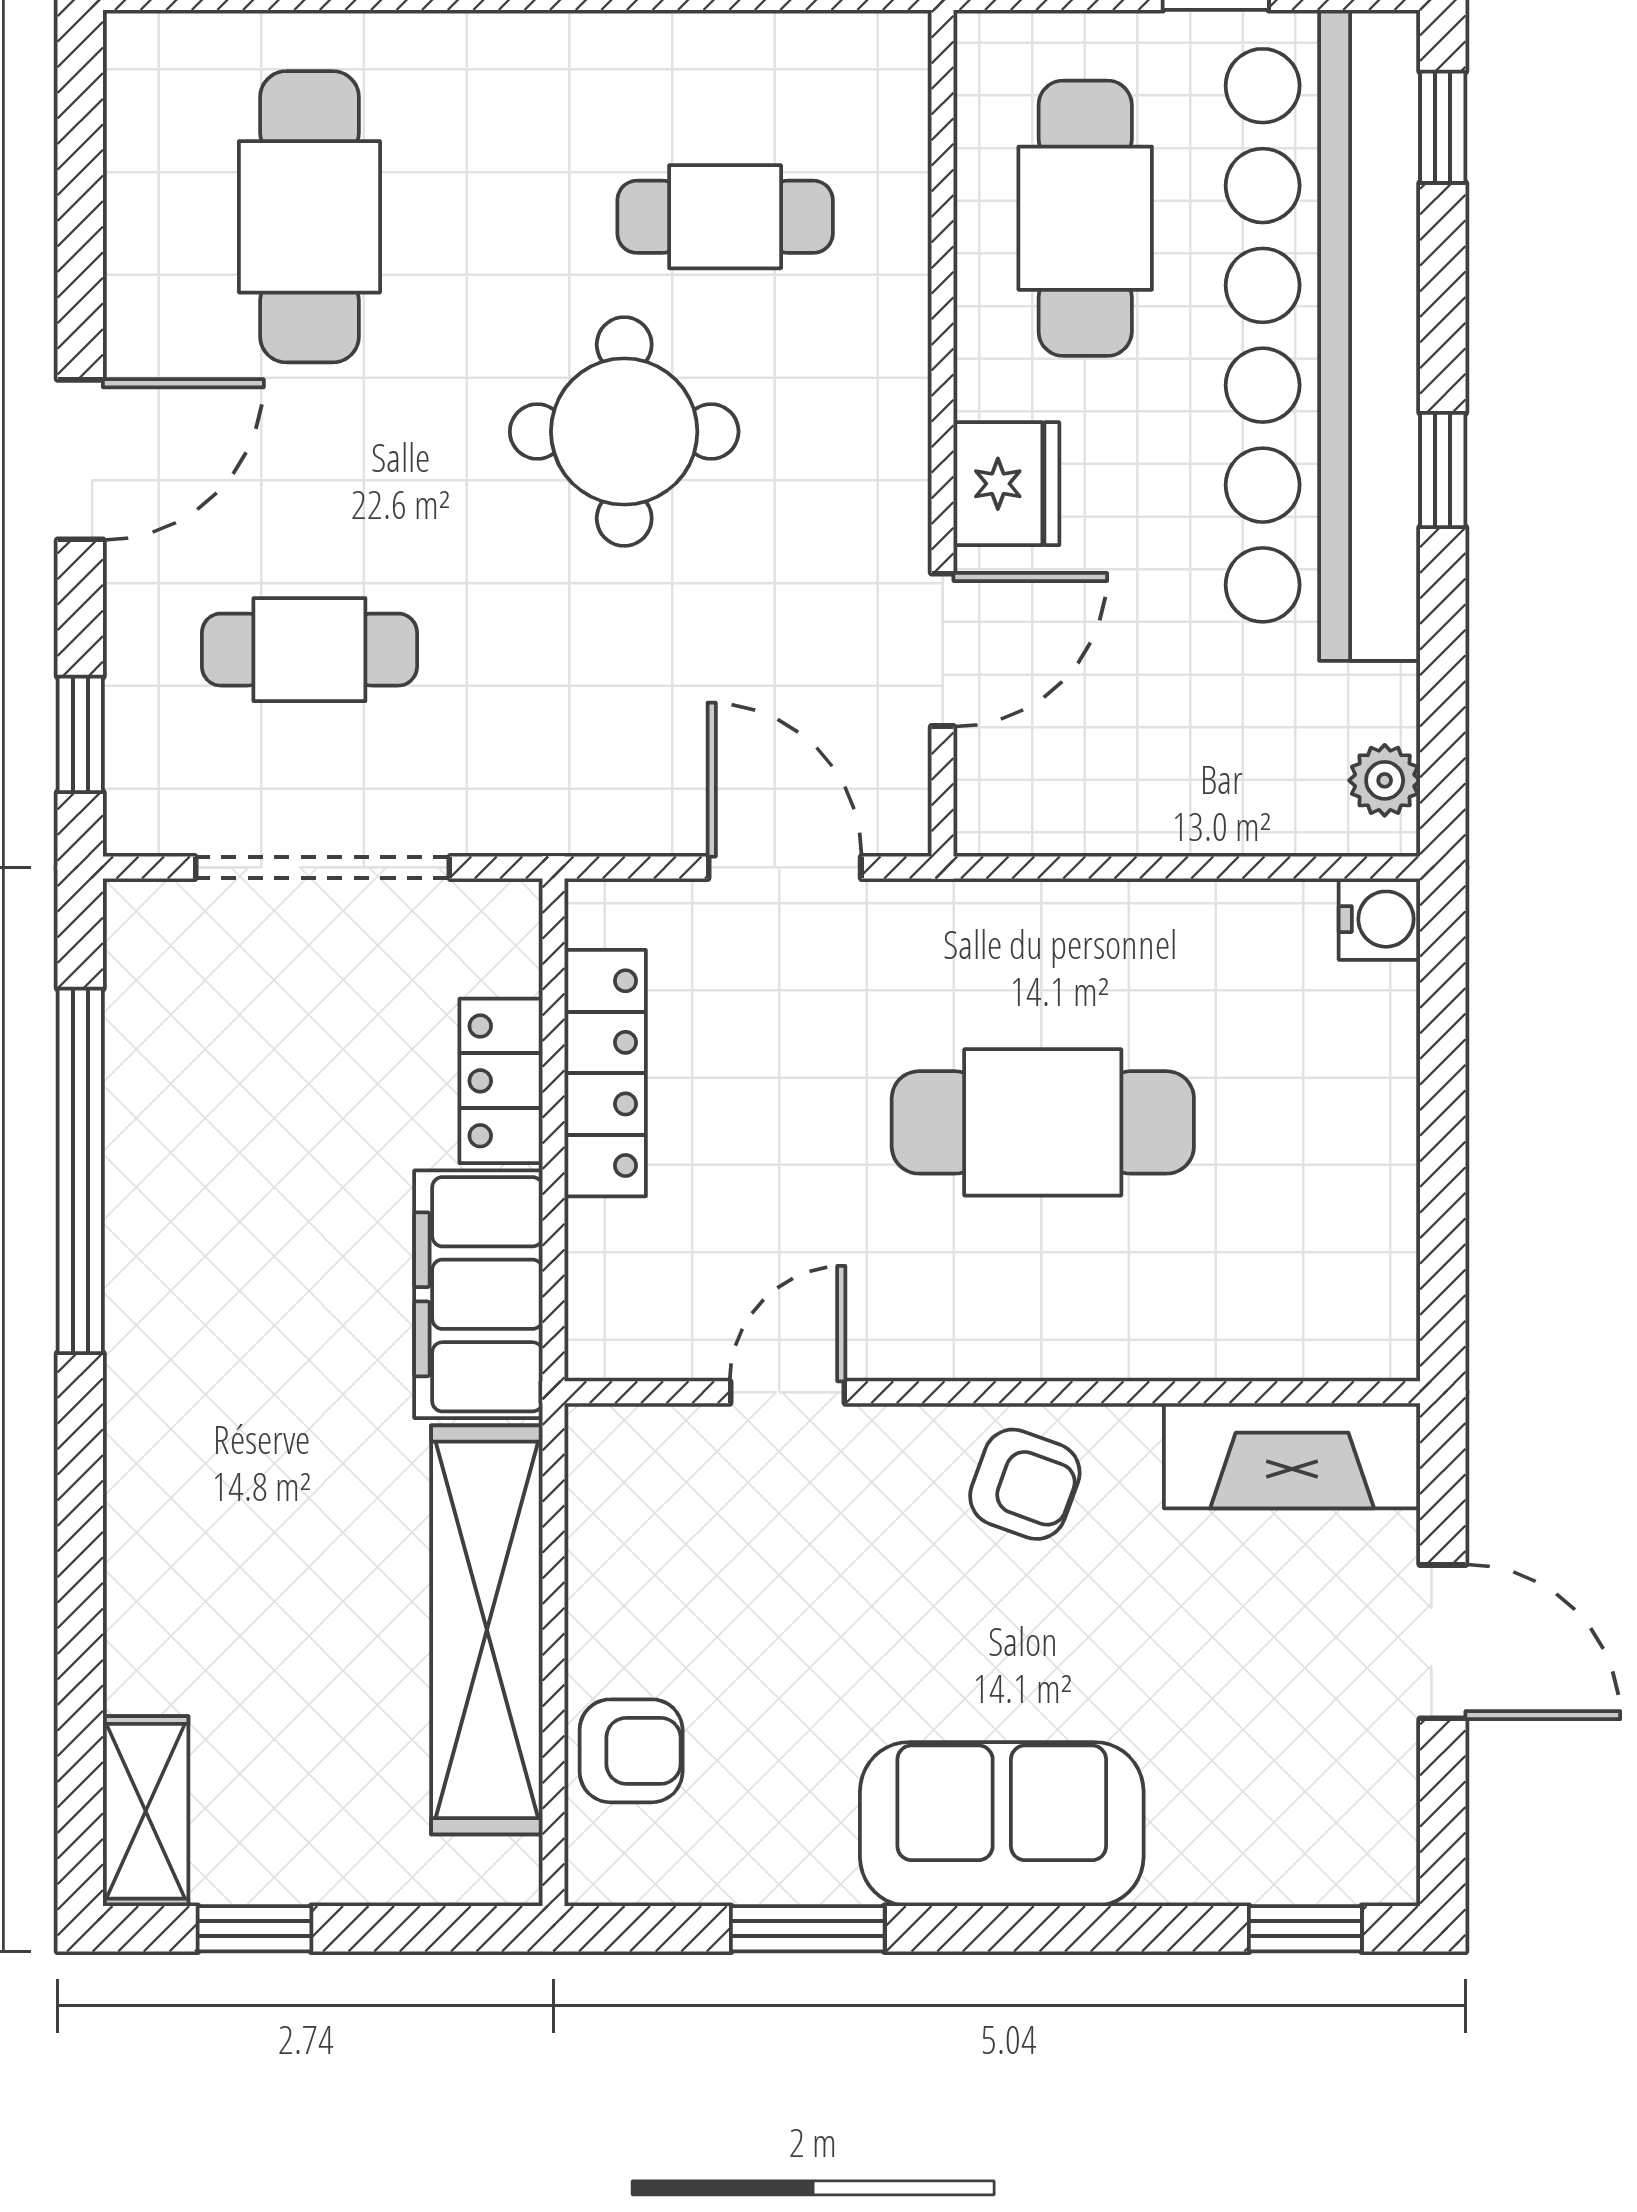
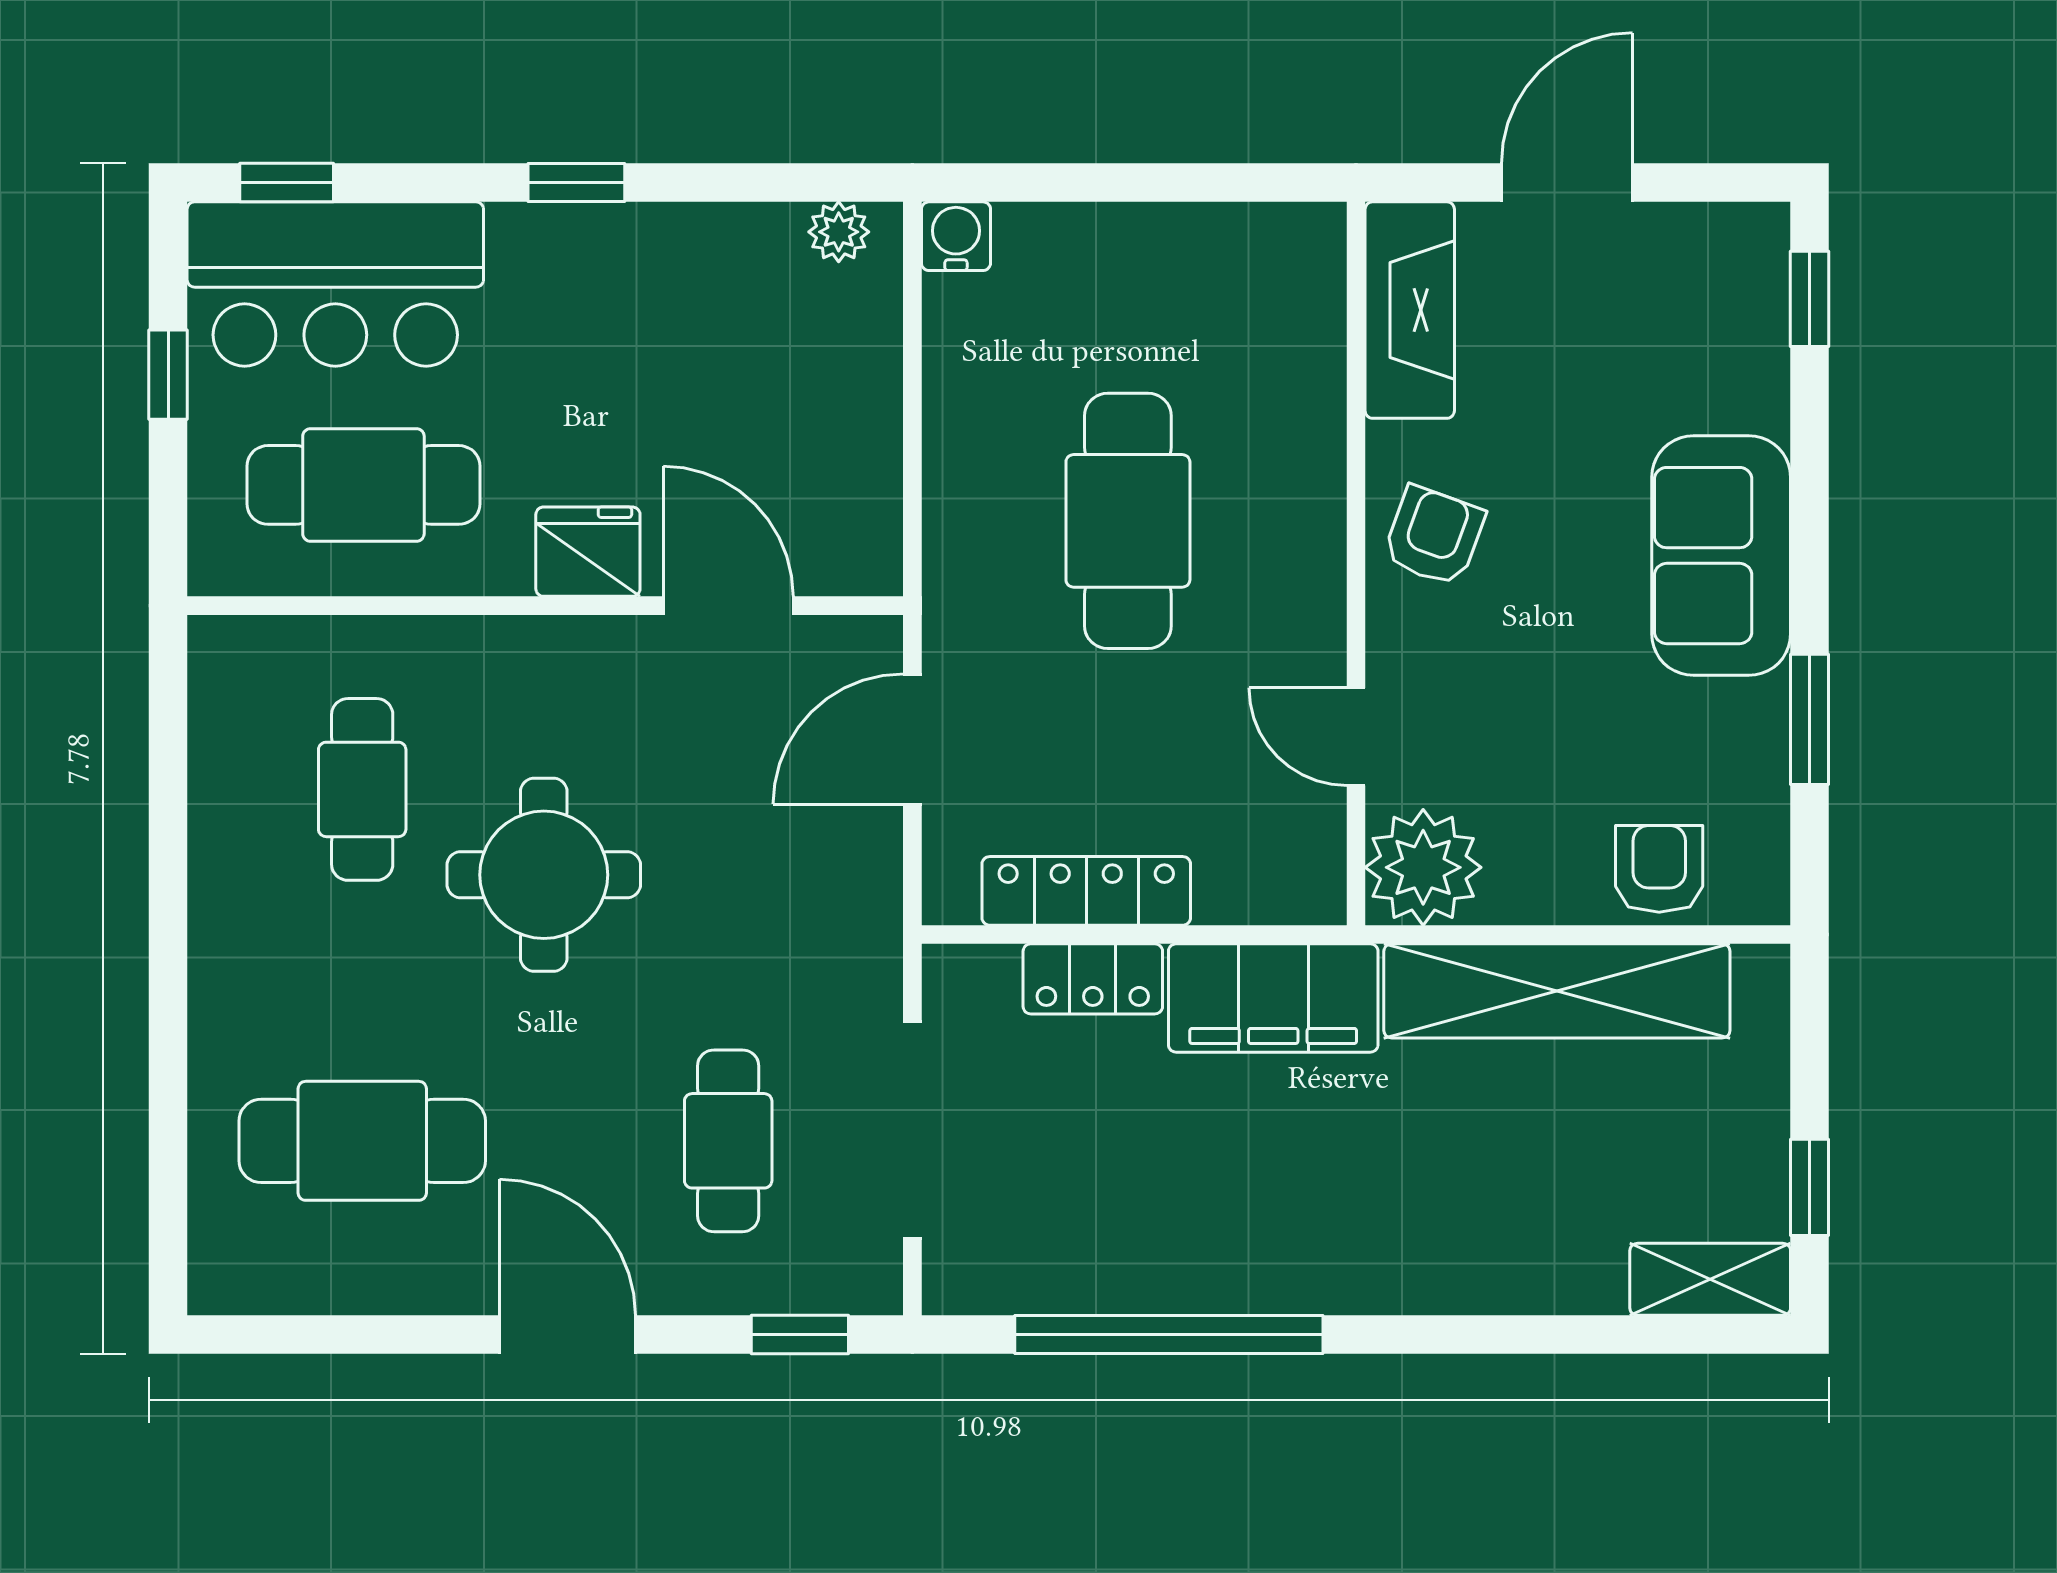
bar counter: (1323, 335) -> (335, 284), width x0.54
plant: (633, 1472) -> (1423, 867), added

